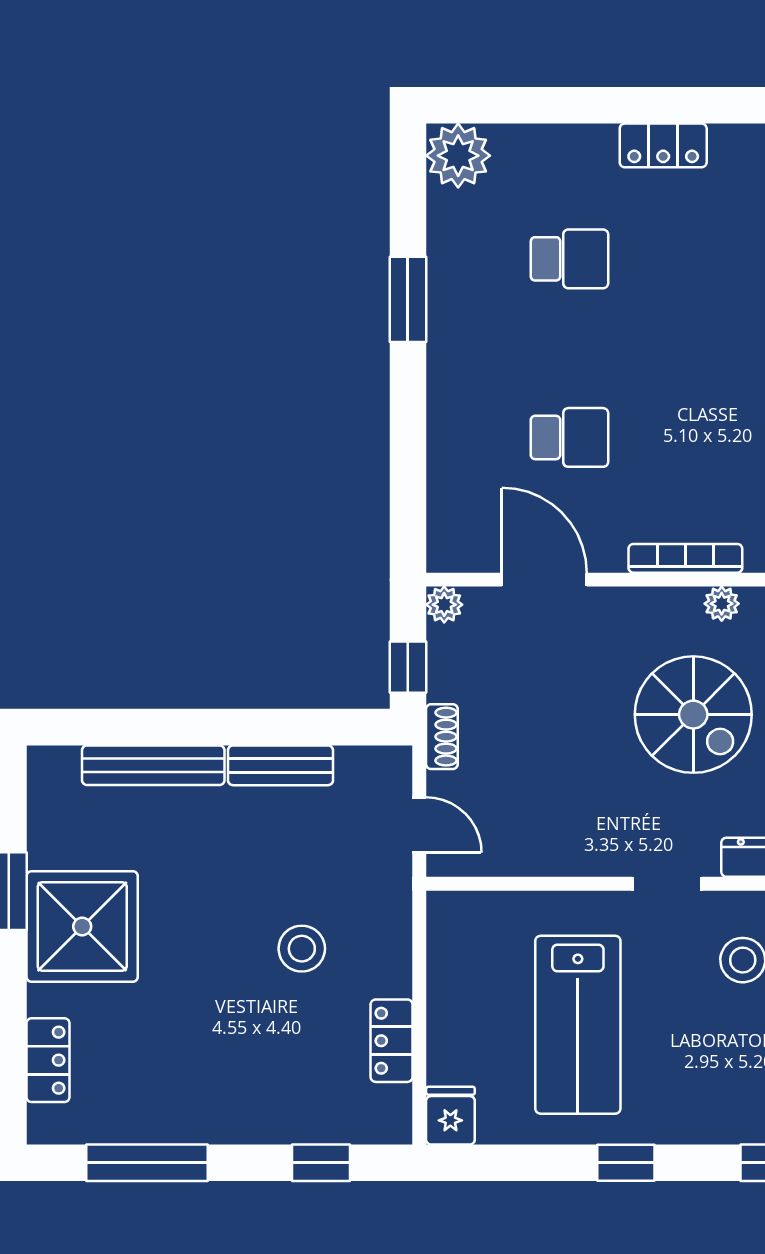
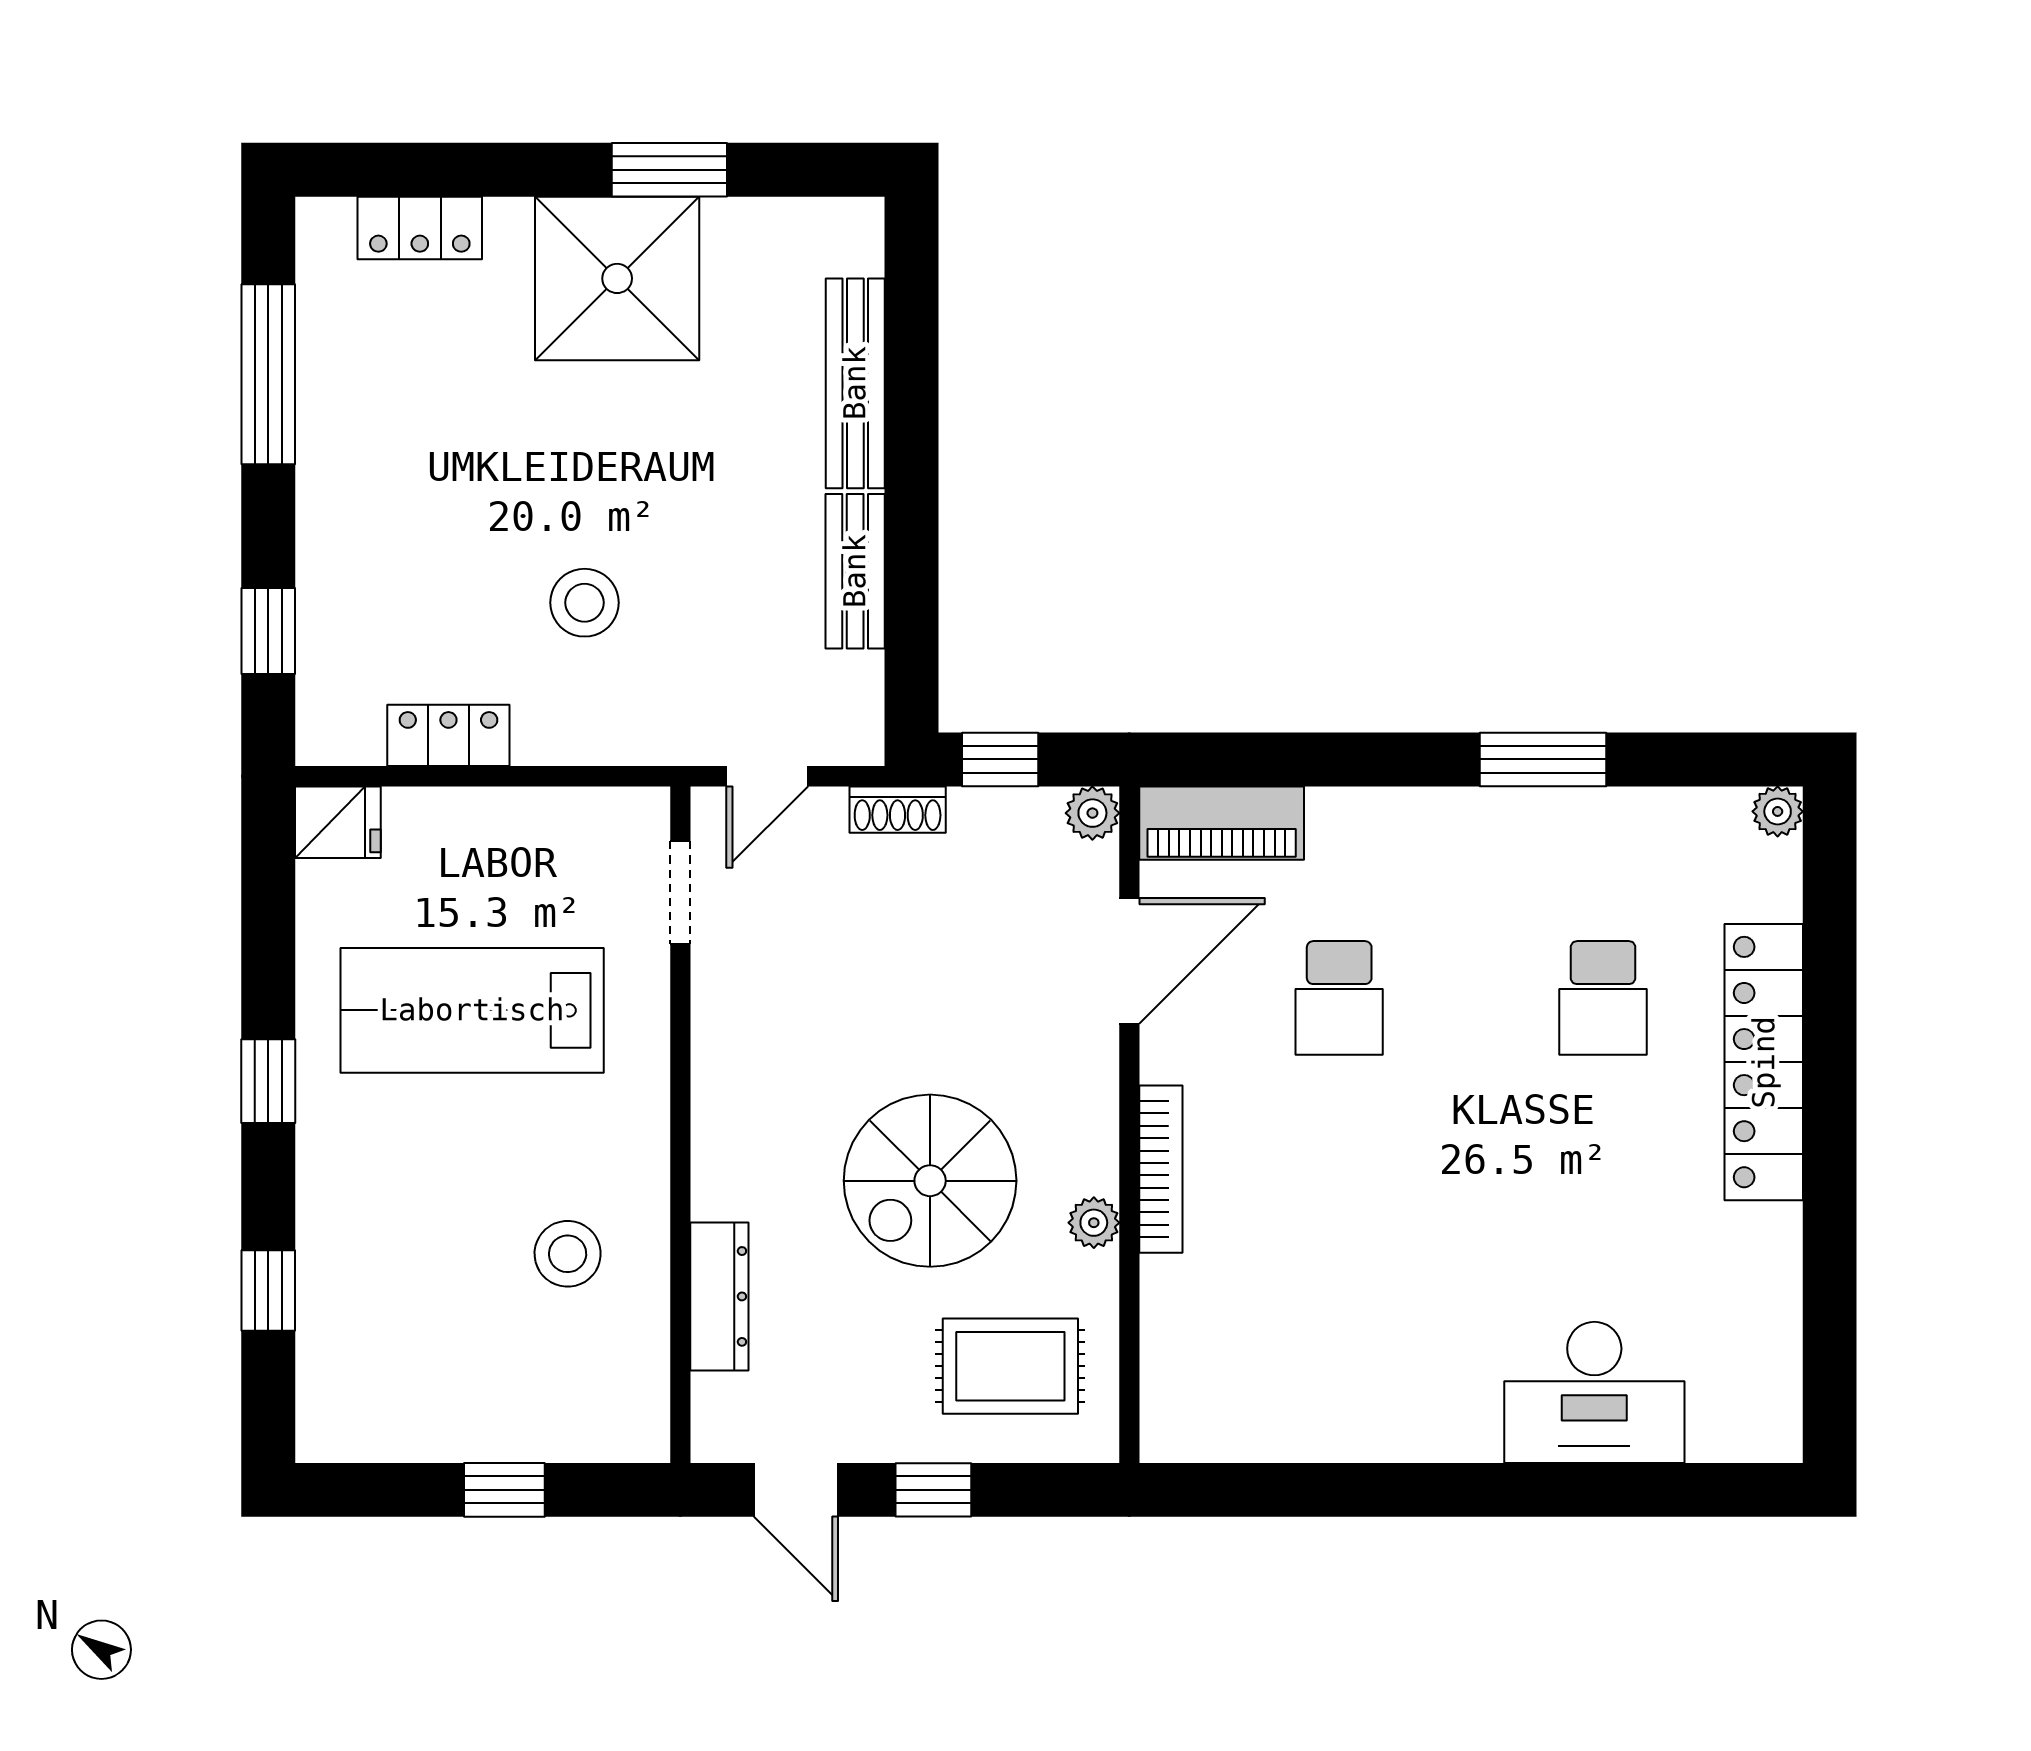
locker: (663, 145) -> (1764, 1062), width x2.16, depth x1.21
plant: (458, 156) -> (1778, 811), width x0.53, depth x0.53
piano: (451, 517) -> (1222, 823), added
doorway: (667, 884) -> (680, 893), moved

